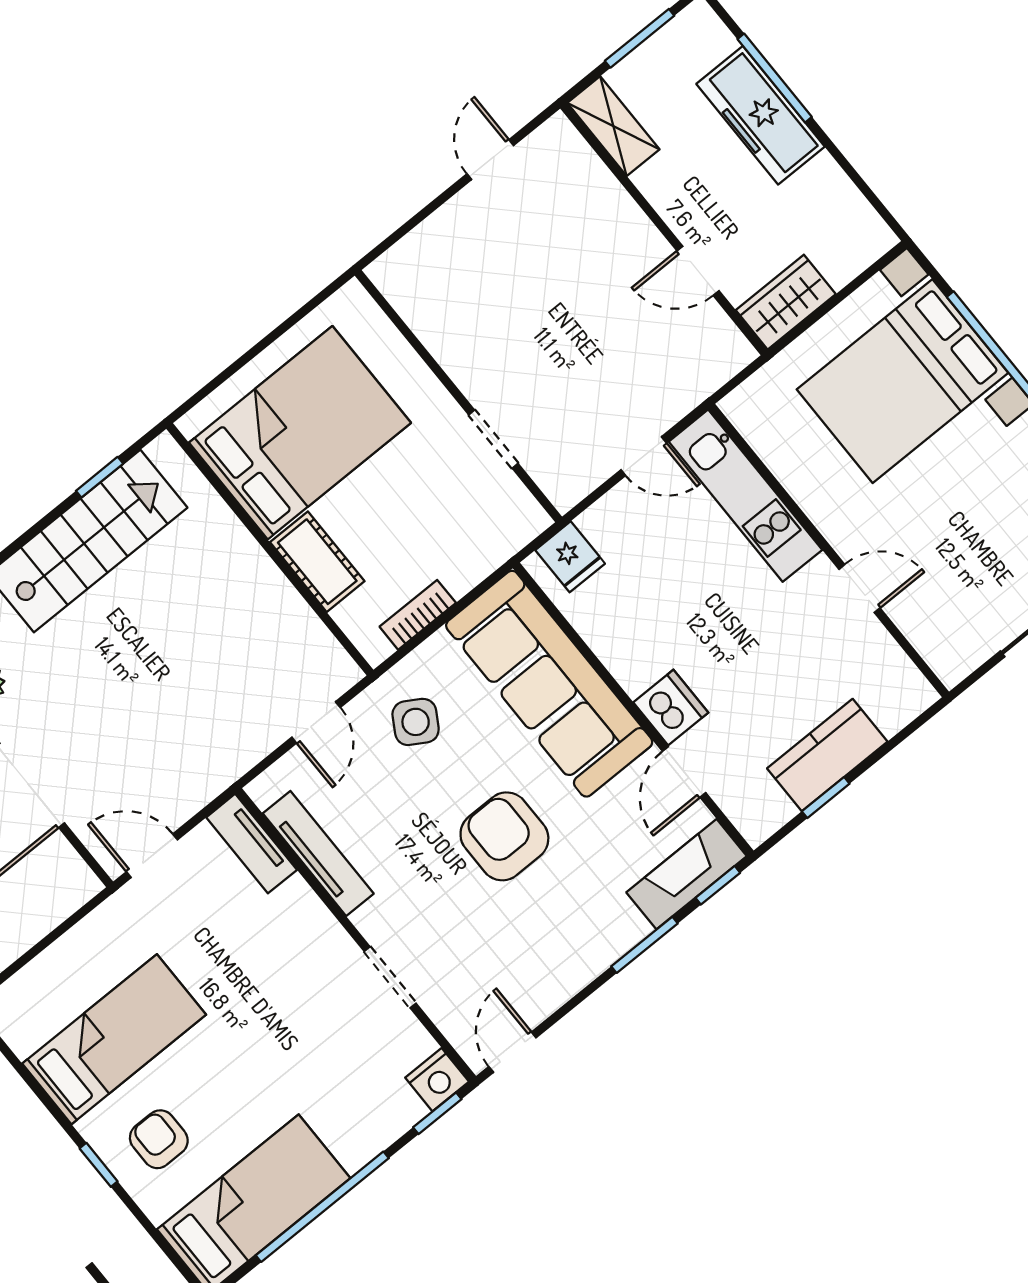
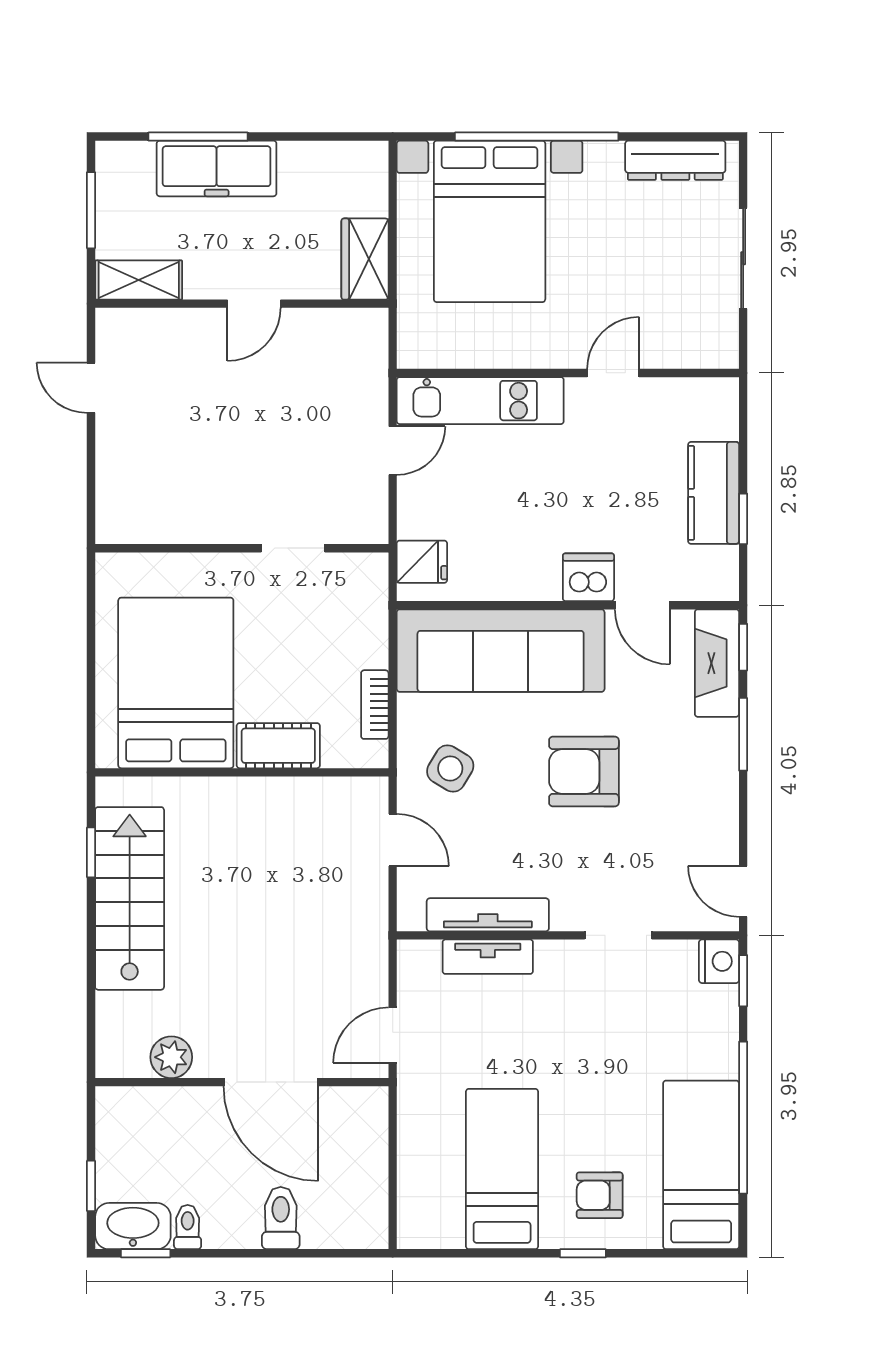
door: (698, 271) -> (254, 304), moved
tv unit: (252, 844) -> (488, 957), moved

